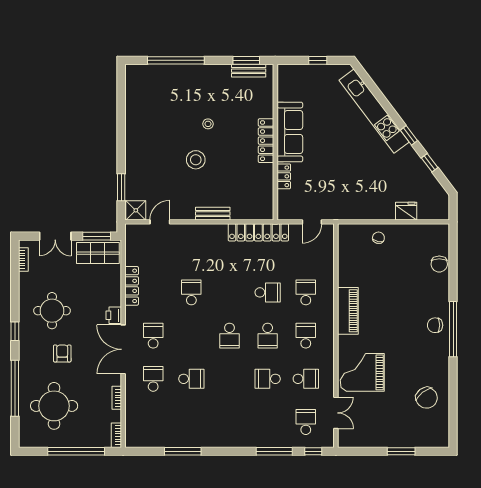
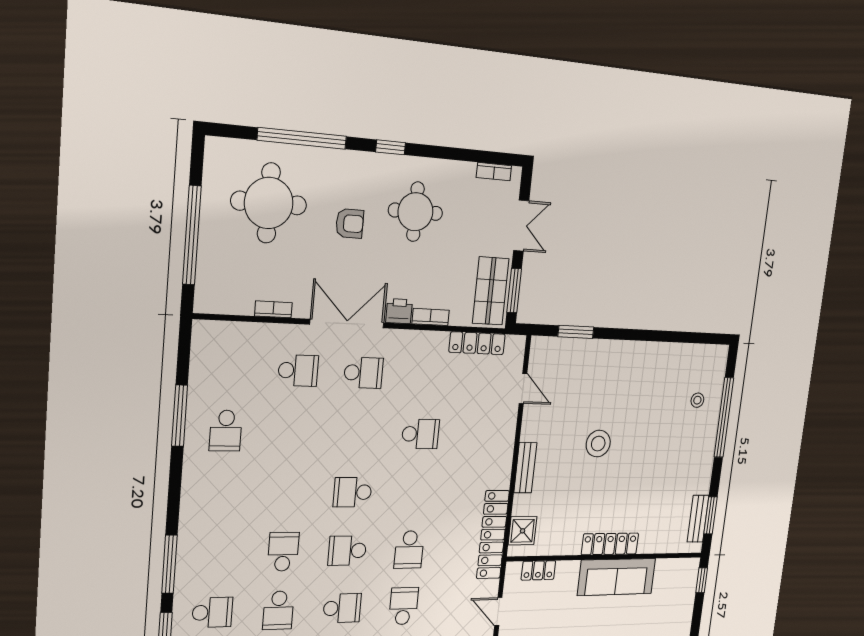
window: (318, 60) -> (702, 580), moved
stool: (208, 124) -> (697, 400), moved
locker: (284, 176) -> (538, 570), moved
shower: (136, 210) -> (523, 531), moved
double door: (55, 236) -> (521, 226), swing flipped
locker: (132, 286) -> (477, 343), moved
school desk: (306, 292) -> (404, 606), turned -90
school desk: (191, 379) -> (226, 431), moved
bookcase: (116, 435) -> (431, 317), moved

